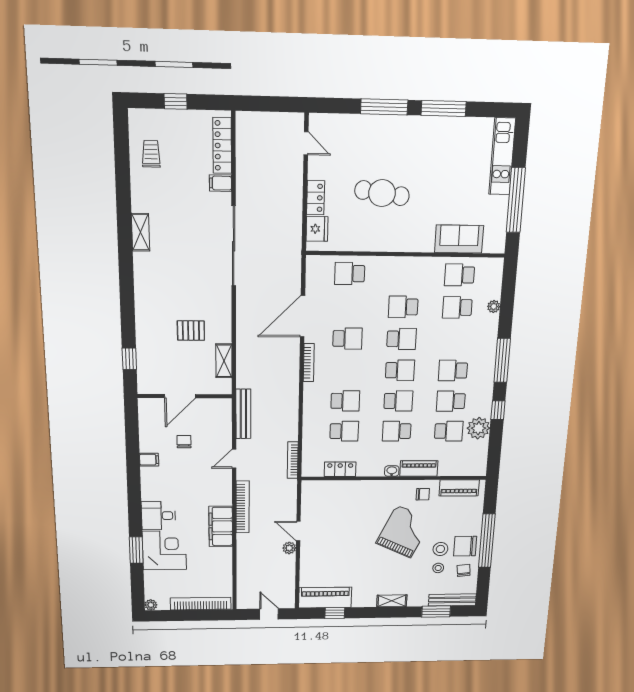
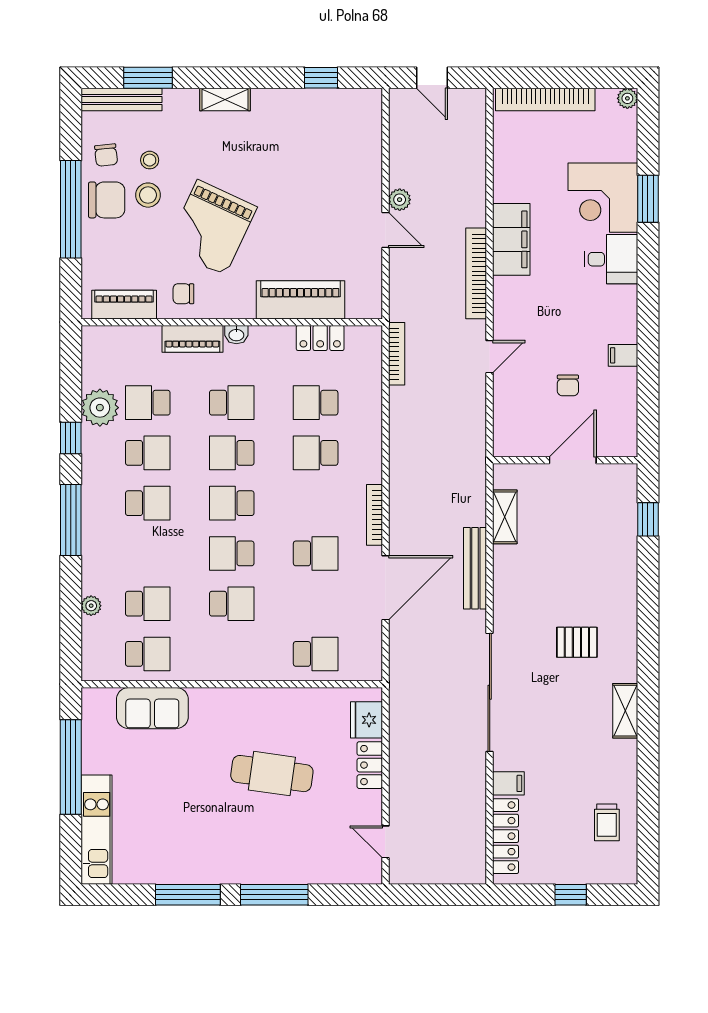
pallet: (191, 331) -> (577, 642), moved
school desk: (347, 339) -> (316, 553), turned 180
bench: (243, 414) -> (475, 568), moved
piano: (325, 598) -> (300, 300), moved, turned 180

